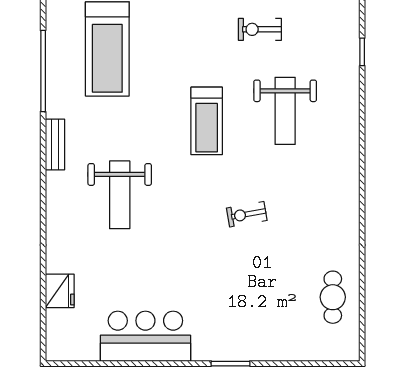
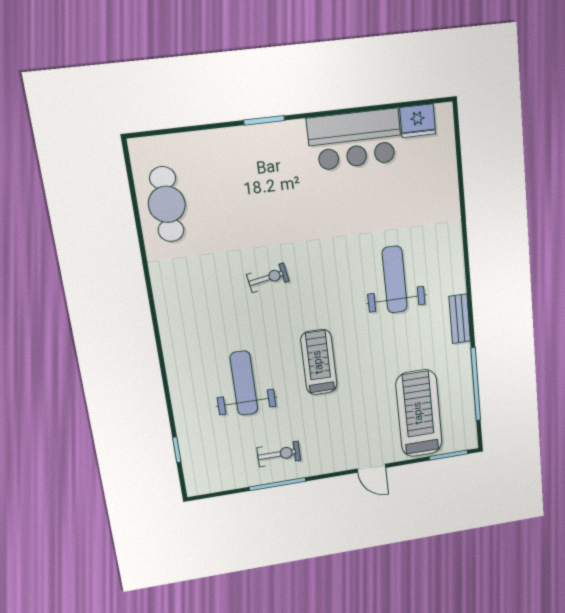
fridge: (60, 291) -> (418, 121), moved, turned -90
cafe table: (333, 297) -> (167, 204), width x1.37, depth x1.35

